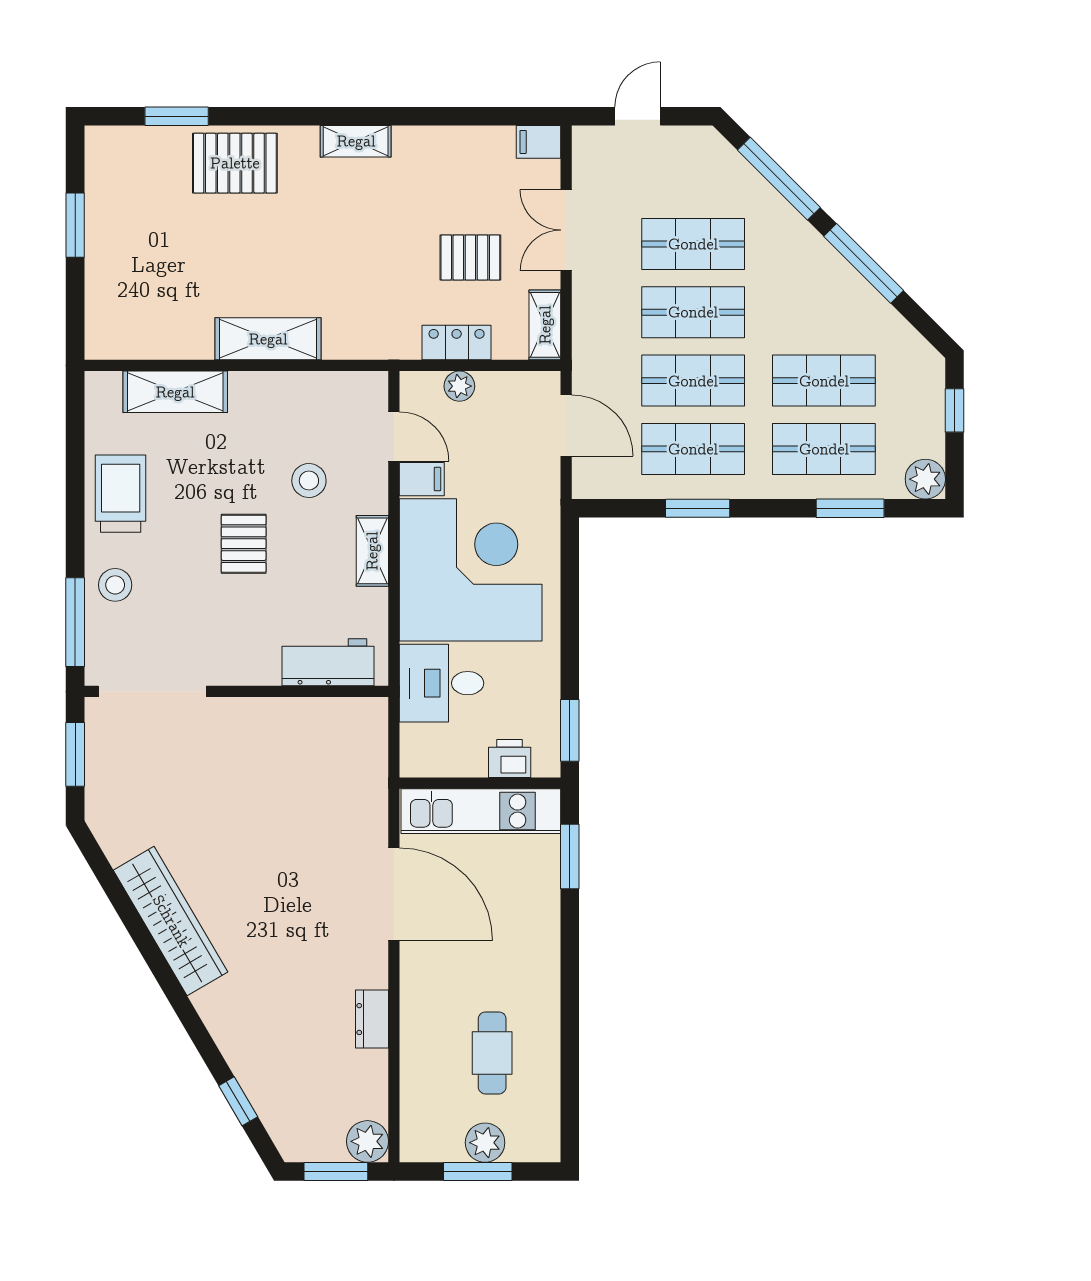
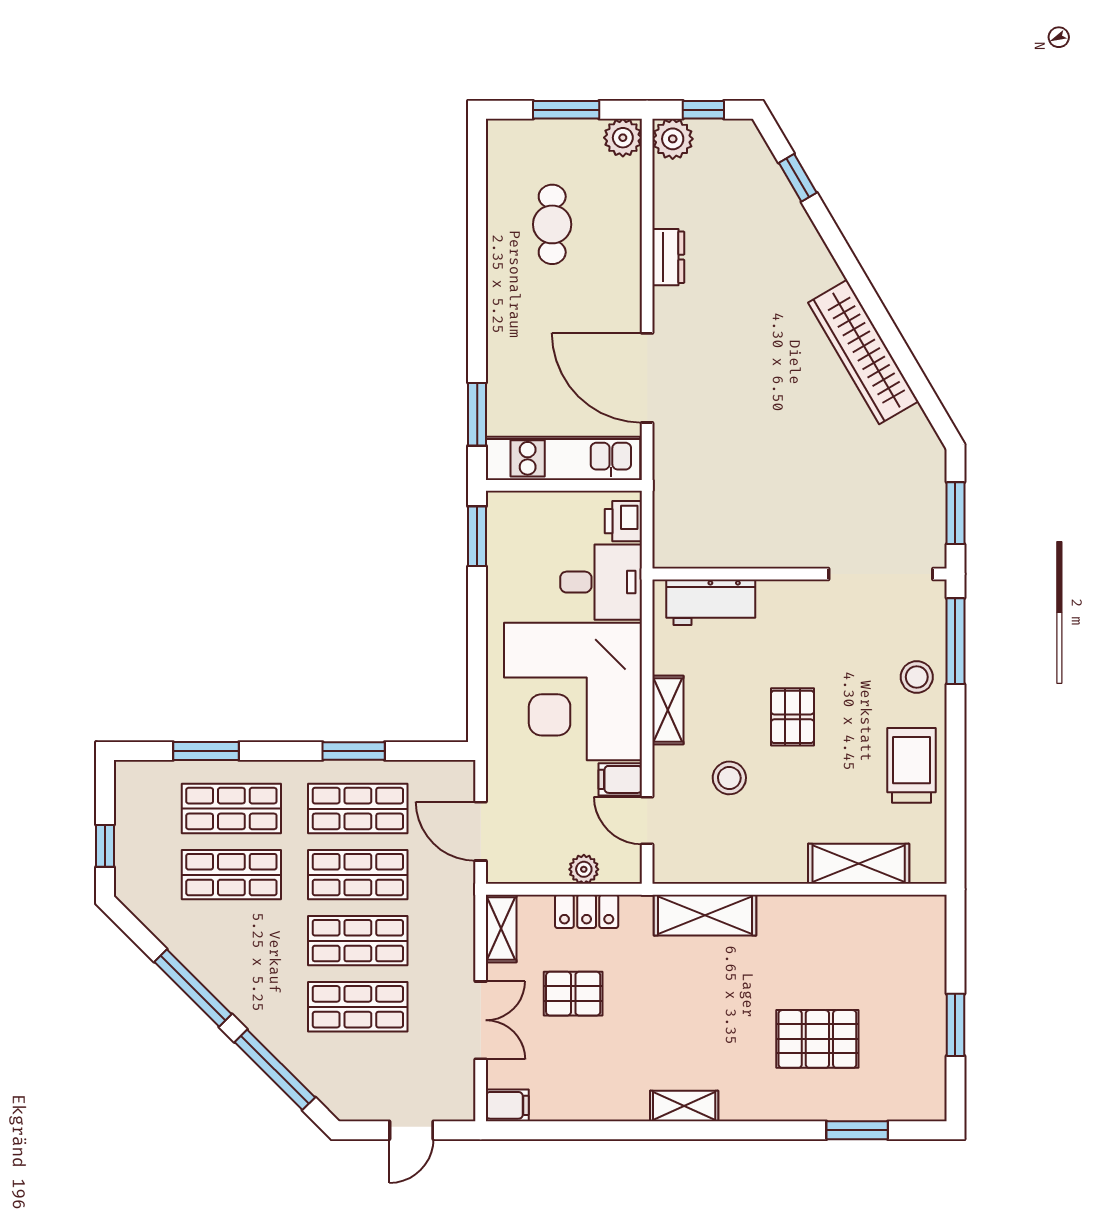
pallet: (235, 163) -> (817, 1039), moved
shelving: (268, 339) -> (705, 915), moved
plant: (925, 479) -> (133, 779), removed
trolley: (121, 494) -> (911, 765), turned 180
printer: (510, 758) -> (623, 521), moved, turned 90
plant: (485, 1143) -> (623, 138), moved
window: (336, 1171) -> (703, 110), width x0.67

